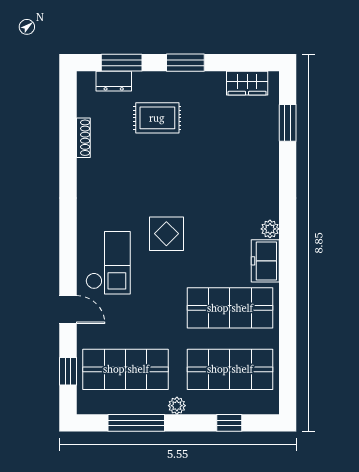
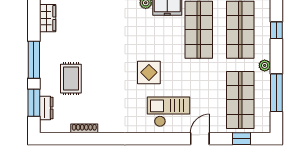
window: (185, 63) -> (34, 60), width x1.44

